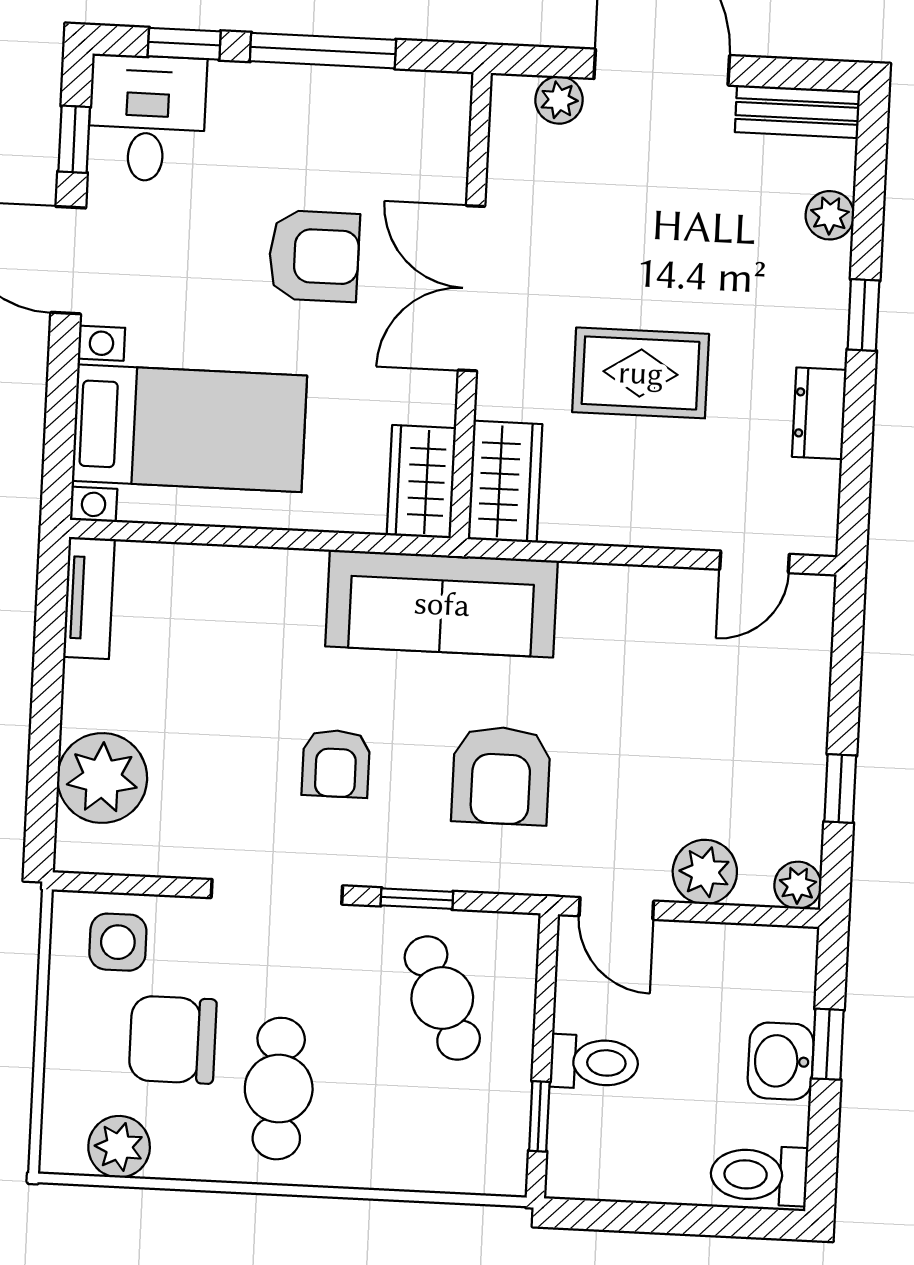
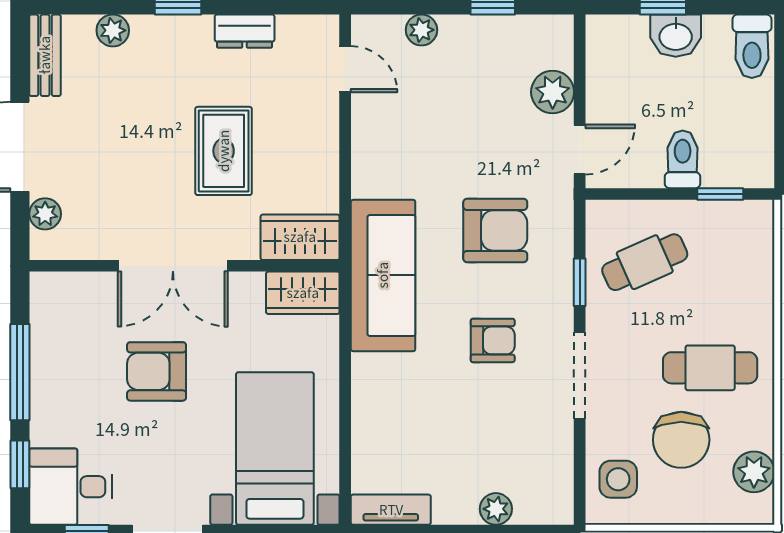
armchair: (314, 256) -> (157, 371), turned -90
plant: (102, 778) -> (496, 509), width x0.53, depth x0.53
plant: (798, 885) -> (421, 30), moved

